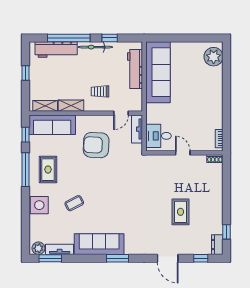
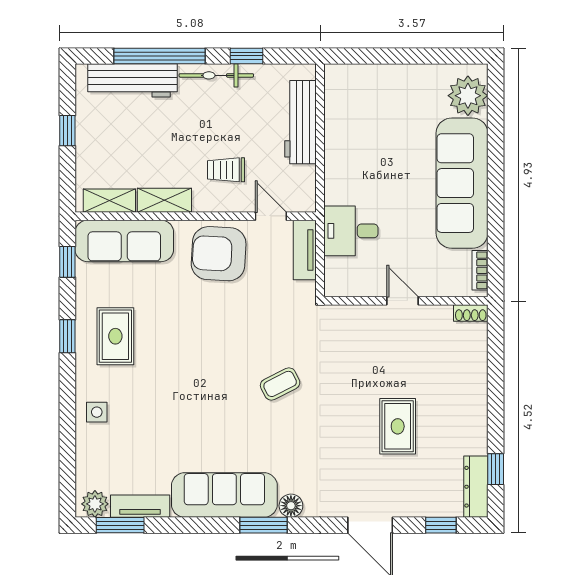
sofa: (158, 72) -> (462, 183), moved, turned 180
door: (121, 113) -> (271, 216), swing flipped
desk: (159, 136) -> (351, 231), moved
armchair: (96, 145) -> (219, 254), moved
window: (26, 170) -> (67, 336), width x0.46
coffee table: (74, 203) -> (280, 384), moved
side table: (39, 205) -> (97, 412), width x0.54, depth x0.54
dresser: (217, 245) -> (476, 487), width x1.44
floor lamp: (130, 249) -> (291, 506), added

